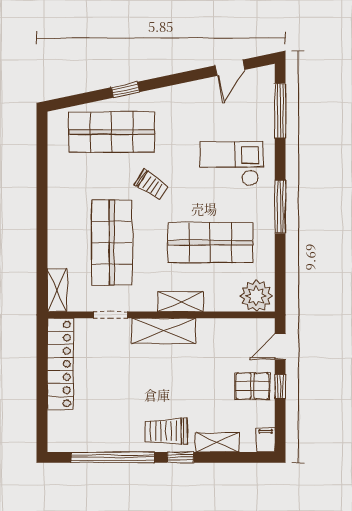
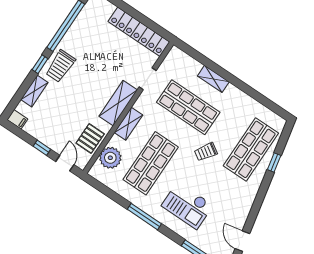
window: (125, 90) -> (274, 162), moved
checkout: (232, 164) -> (187, 205), turned 90
shelving: (57, 290) -> (213, 79), moved
plant: (256, 296) -> (110, 158), moved
pallet: (252, 386) -> (90, 138), moved
trolley: (166, 431) -> (60, 66), turned 180

